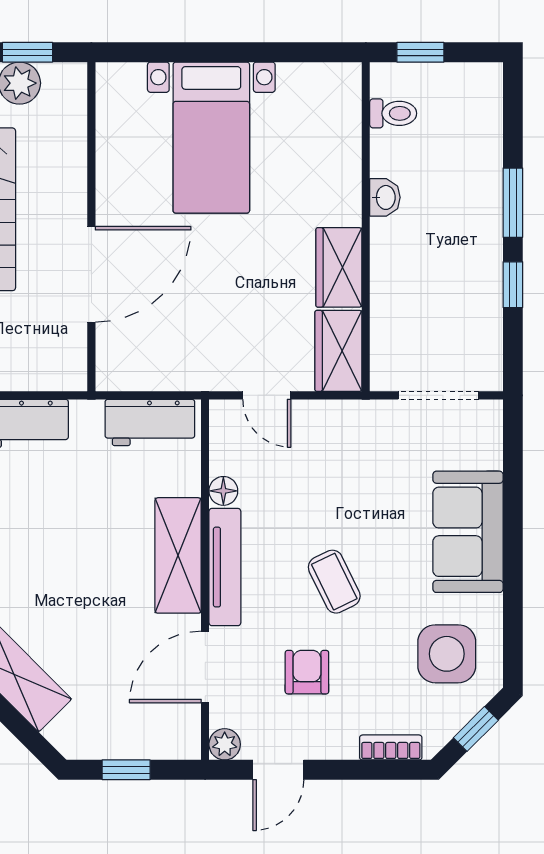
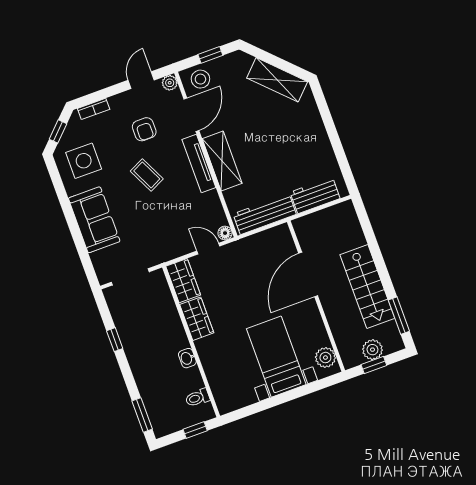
plant: (116, 101) -> (325, 358), added
window: (513, 203) -> (142, 415), moved
workbench: (150, 422) -> (265, 214), width x1.38
floor lamp: (223, 491) -> (225, 233), moved
stool: (162, 730) -> (200, 79), added

